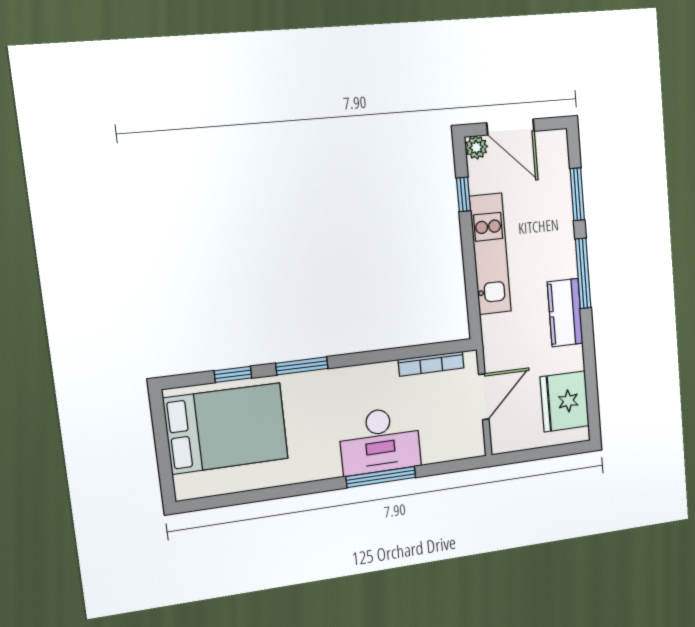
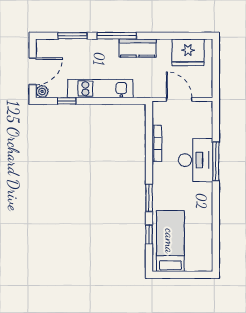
bookcase: (431, 364) -> (157, 143), moved
bed: (226, 428) -> (170, 241), width x0.67

